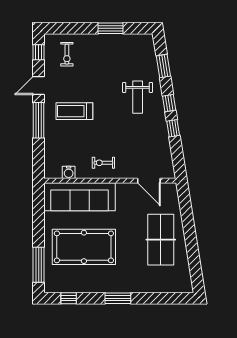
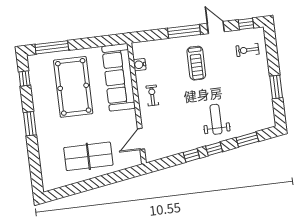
weight bench: (138, 97) -> (216, 119), turned 90
treadmill: (74, 111) -> (196, 63), turned 180

